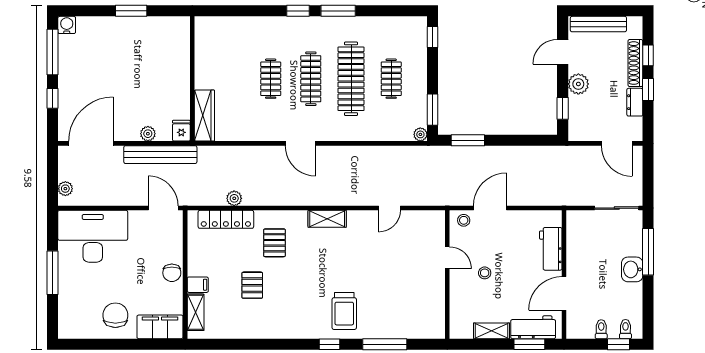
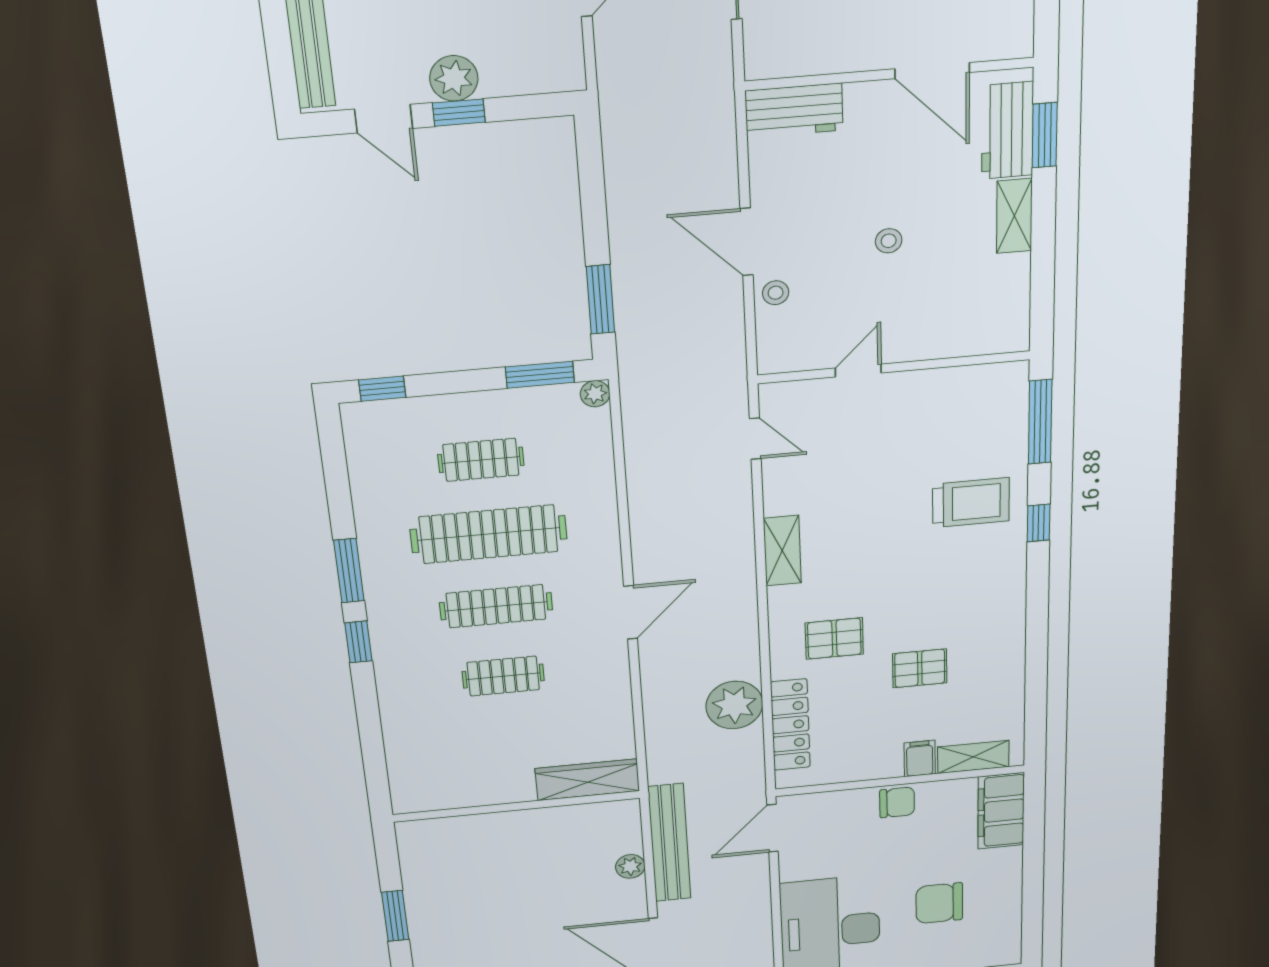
window: (563, 108) -> (459, 113), moved
fridge: (181, 131) -> (620, 814), removed
plant: (234, 198) -> (734, 705), width x1.87, depth x1.87
workbench: (551, 249) -> (794, 111), moved
door: (447, 258) -> (858, 370), moved
wall: (447, 274) -> (894, 367), moved
chair: (115, 315) -> (939, 903), moved

